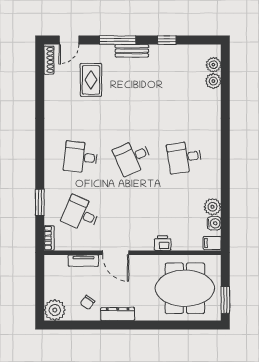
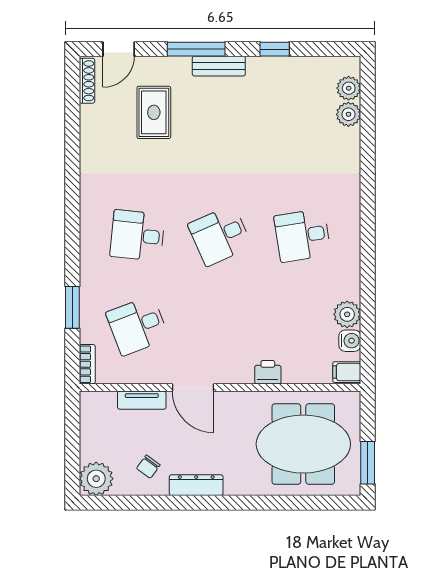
desk: (81, 214) -> (137, 326), turned -45

